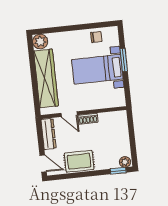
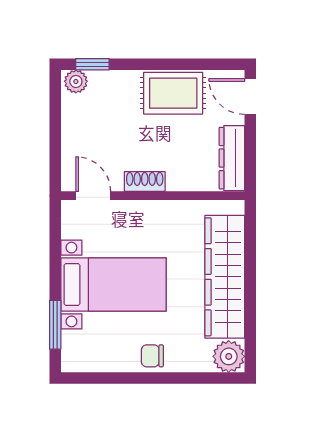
chair: (96, 37) -> (152, 356), moved
window: (124, 60) -> (55, 325), moved
door: (69, 114) -> (93, 196), moved

